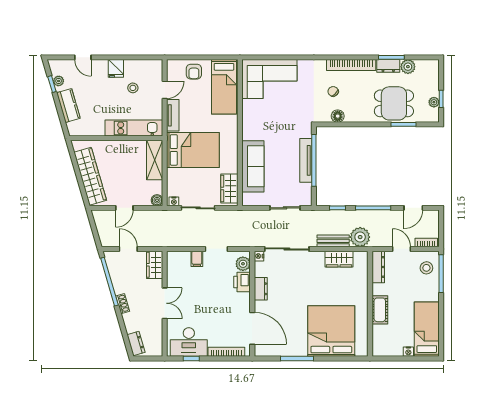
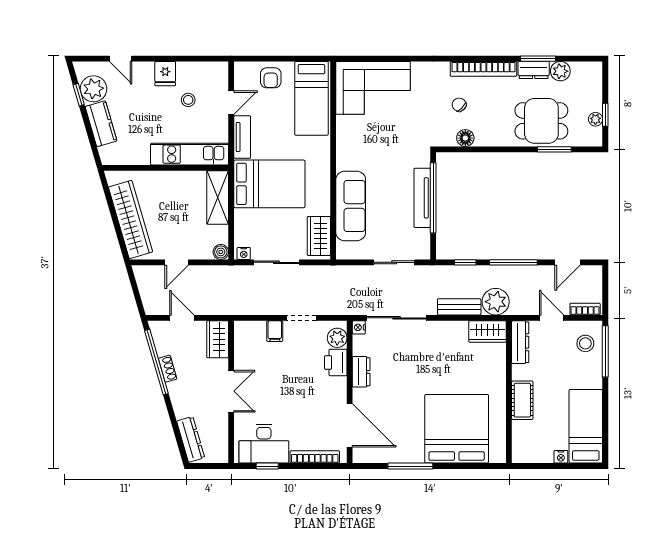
plant: (59, 81) -> (94, 89), width x1.88, depth x1.88
wardrobe: (339, 259) -> (488, 331), moved
shoe rack: (123, 304) -> (168, 369), moved
dresser: (136, 344) -> (191, 439), width x1.44

